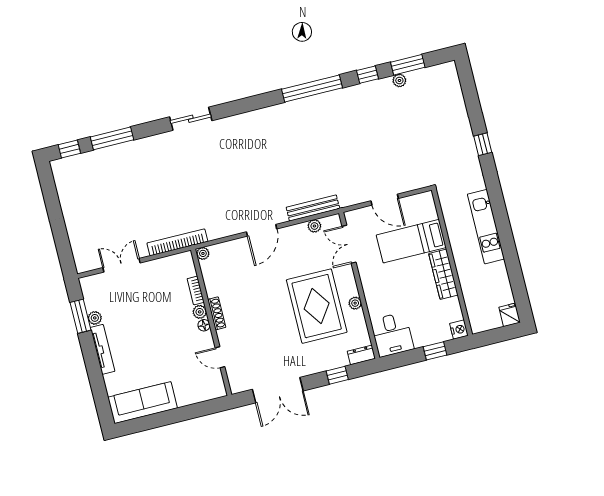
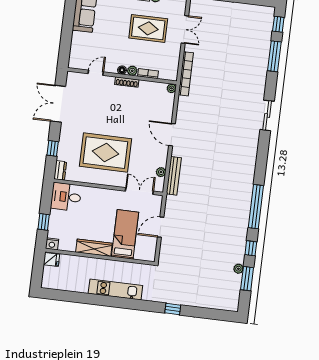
plant: (355, 303) -> (97, 180), removed
rug: (138, 312) -> (148, 28), added
fridge: (510, 315) -> (51, 259), moved

